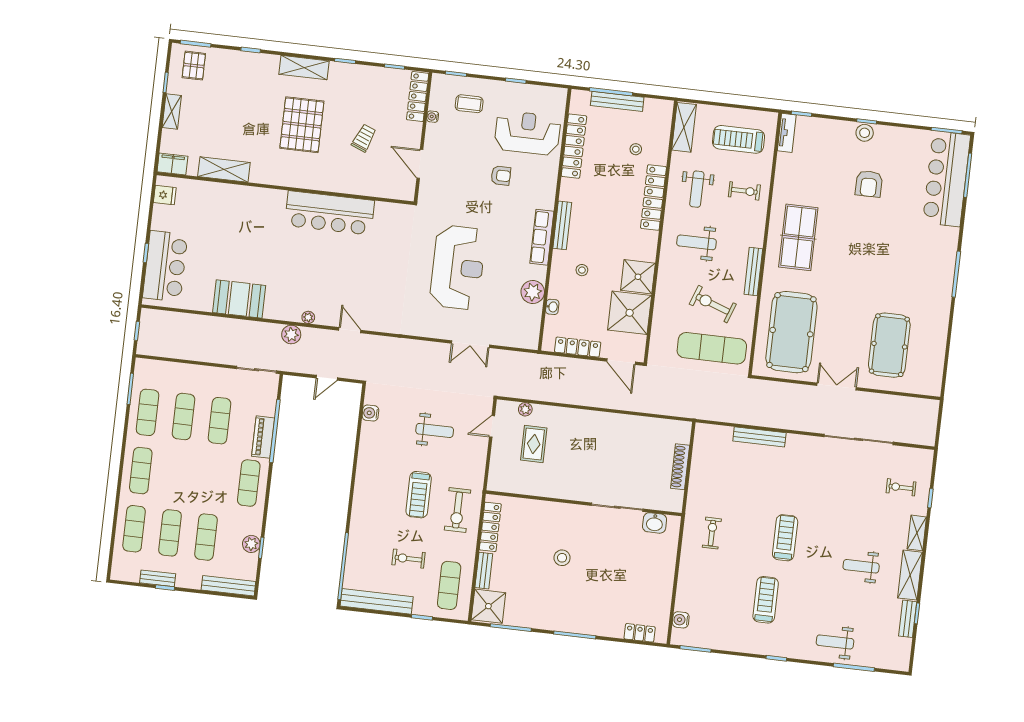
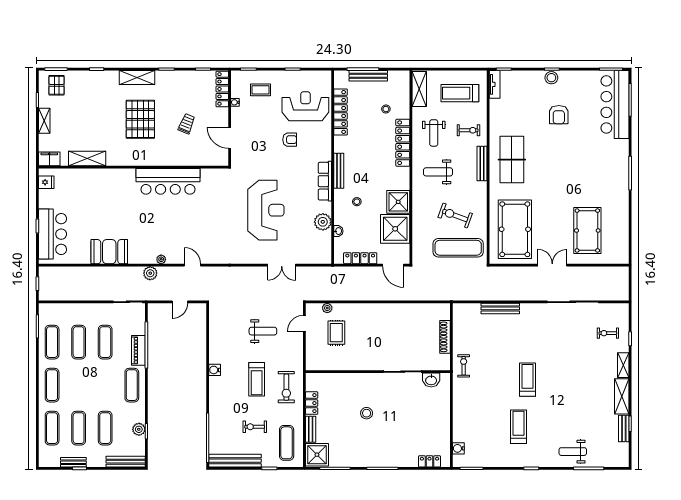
bench: (753, 271) -> (482, 163), moved
water cooler: (370, 413) -> (215, 370), moved
locker: (490, 527) -> (312, 403), width x0.66
exercise bike: (712, 533) -> (464, 366), moved
weight bench: (861, 566) -> (585, 394), removed

